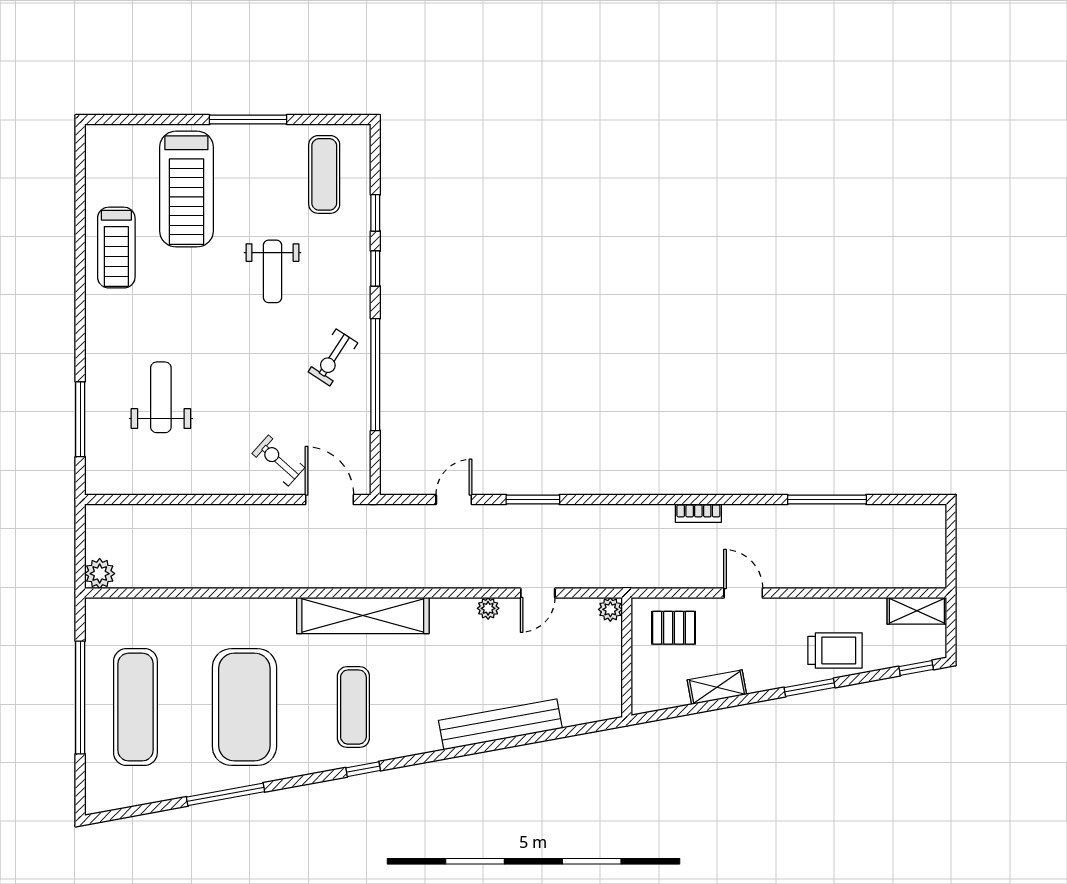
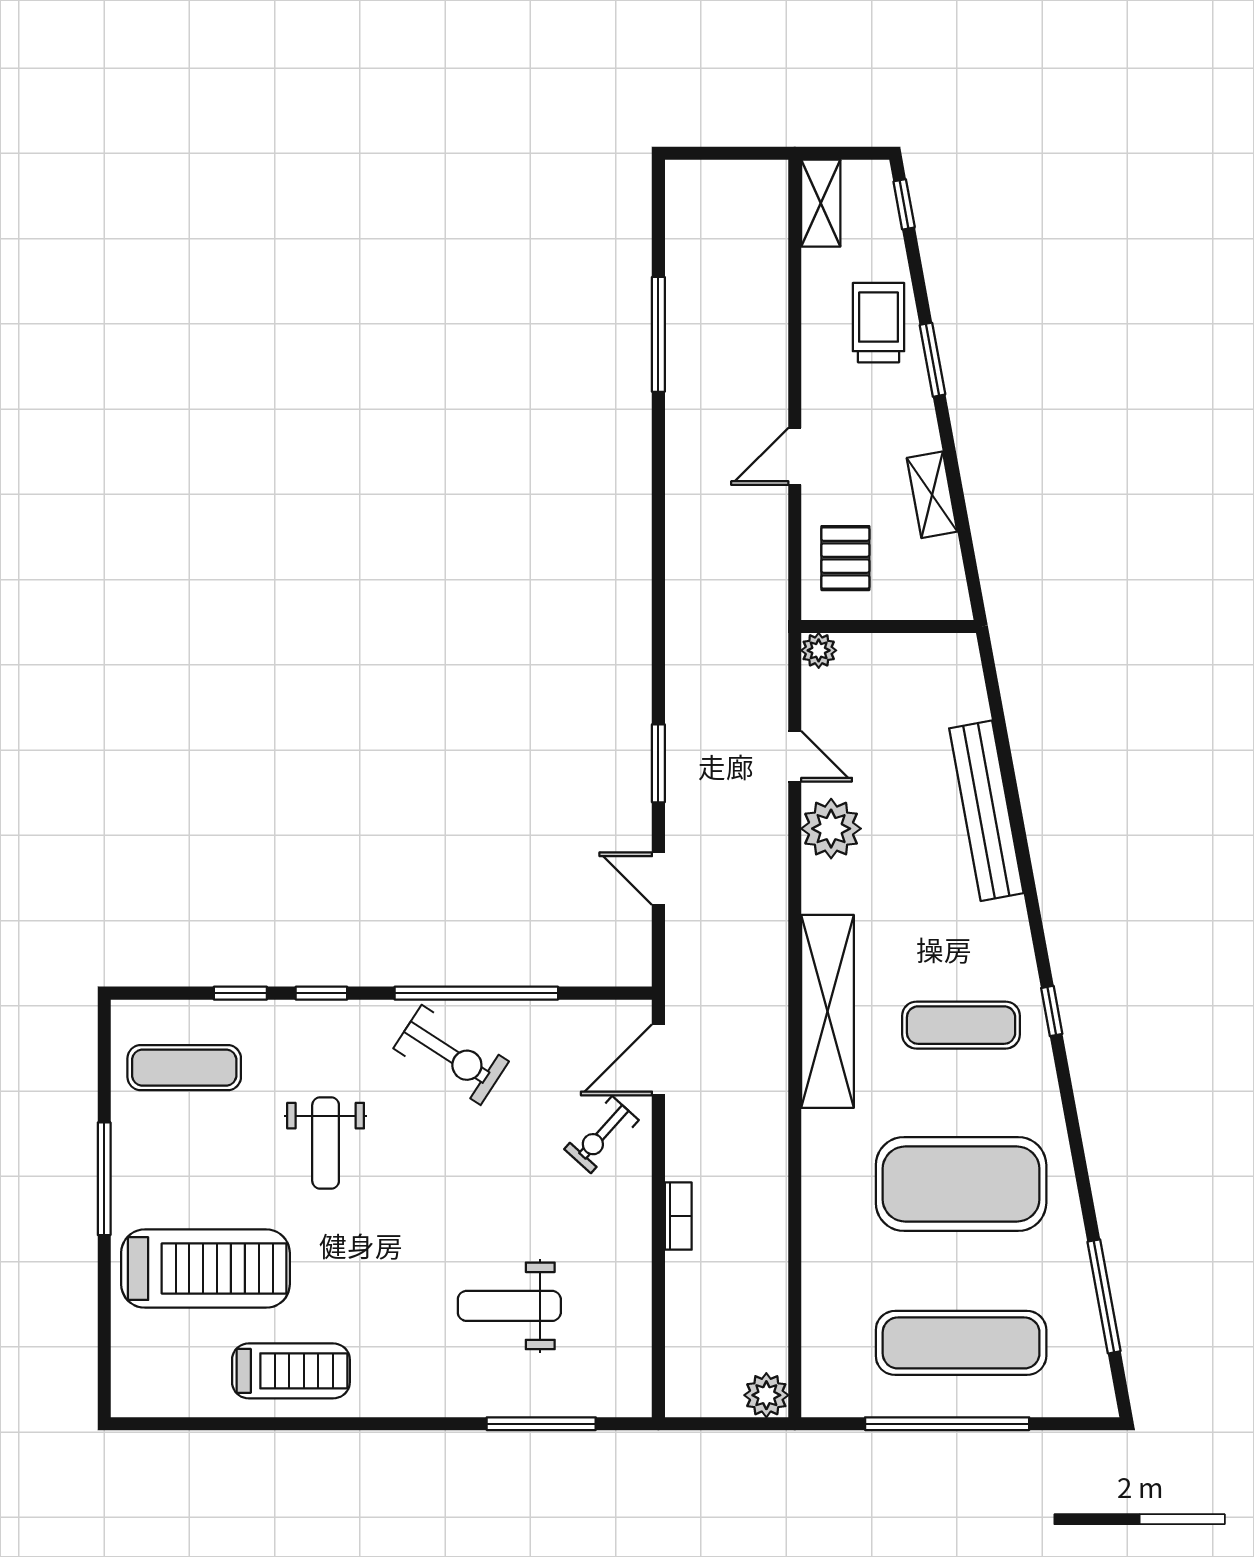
weight bench: (273, 271) -> (326, 1143), turned 90
exercise bike: (333, 357) -> (451, 1055), width x1.38, depth x1.39
bookcase: (698, 513) -> (678, 1216), moved
plant: (488, 608) -> (831, 829), width x1.88, depth x1.88
window: (225, 794) -> (1104, 1296), moved

